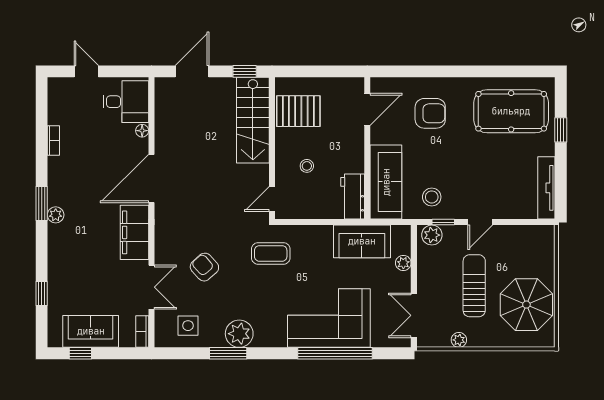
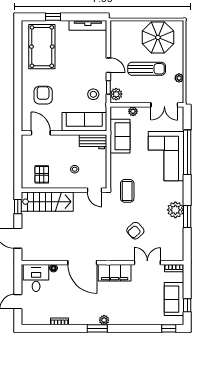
pallet: (298, 111) -> (42, 174), width x0.67, depth x0.71
sun lounger: (474, 286) -> (147, 69), turned 180
window: (42, 293) -> (169, 328), moved
side table: (188, 326) -> (171, 241), removed

